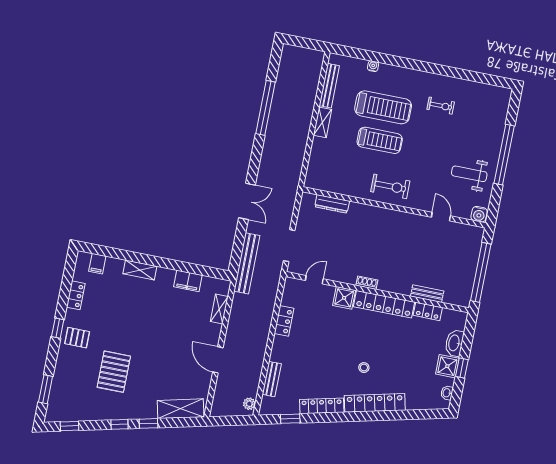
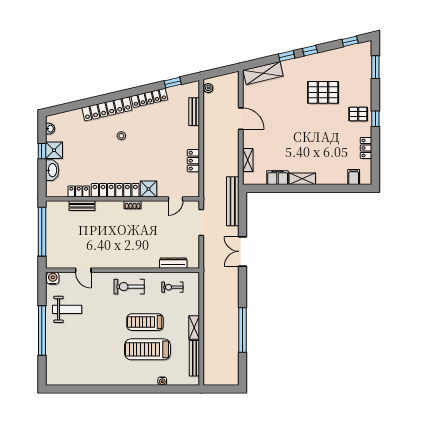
exercise bike: (441, 106) -> (172, 287), moved
shelving: (140, 270) -> (302, 179), moved
pallet: (114, 372) -> (323, 92), turned 90

